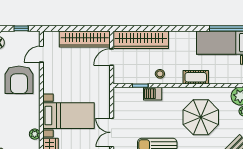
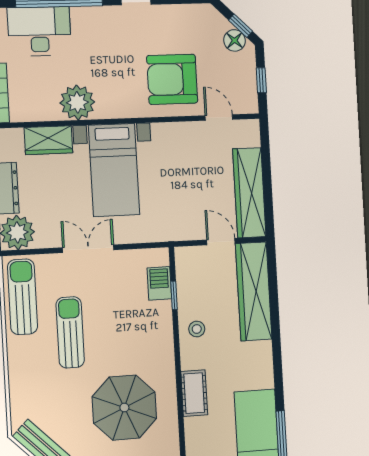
barbecue: (153, 94) -> (159, 283), moved
plant: (35, 134) -> (77, 102), width x1.87, depth x1.87

